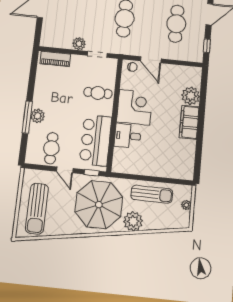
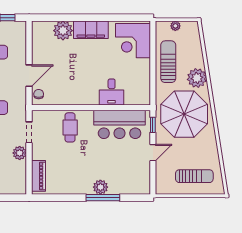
corner desk: (135, 107) -> (133, 41), moved, turned -90
cafe table: (51, 148) -> (132, 169), removed
sun lounger: (37, 209) -> (194, 176), width x0.73, depth x0.75

